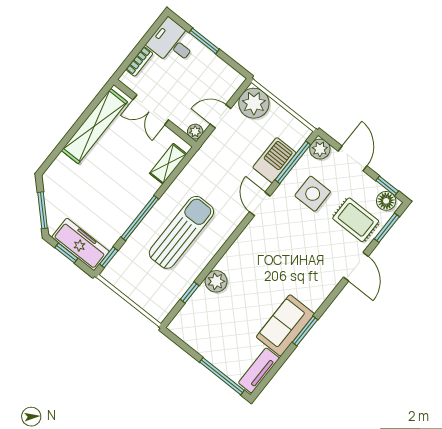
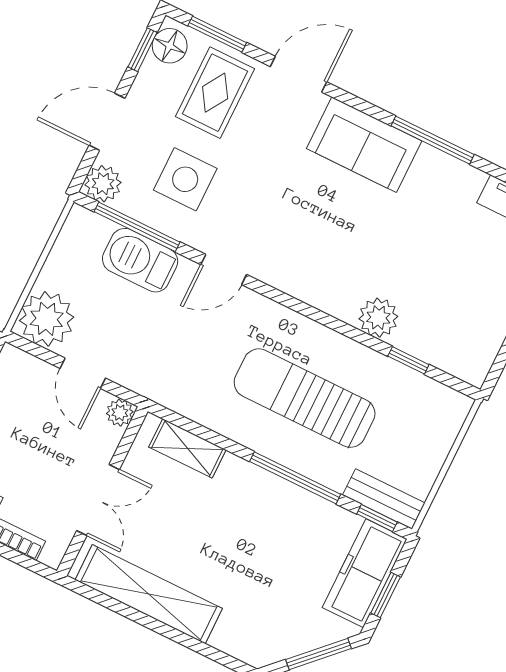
bench: (118, 263) -> (384, 499), added
sofa: (285, 325) -> (364, 145), moved
window: (305, 331) -> (433, 140), width x1.44

